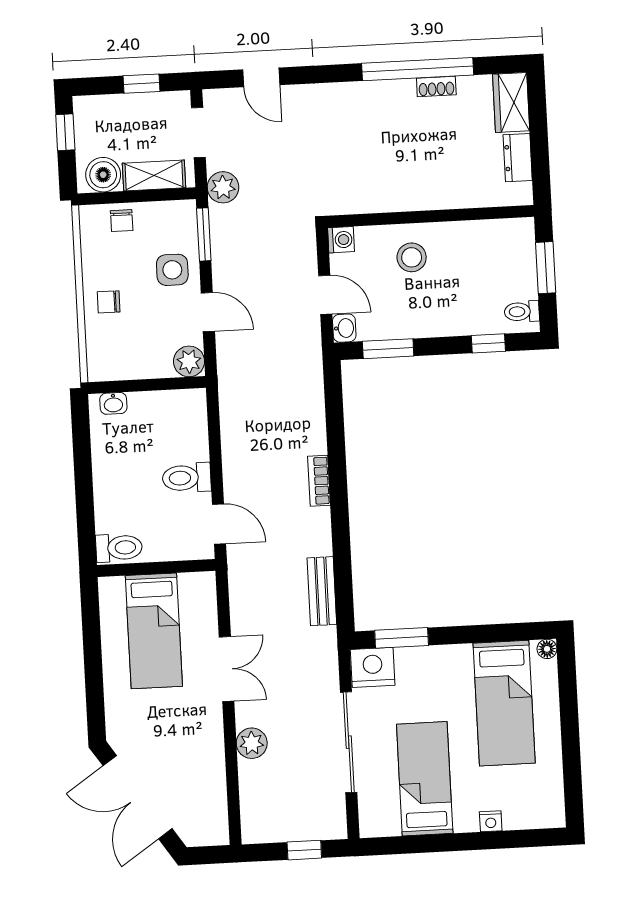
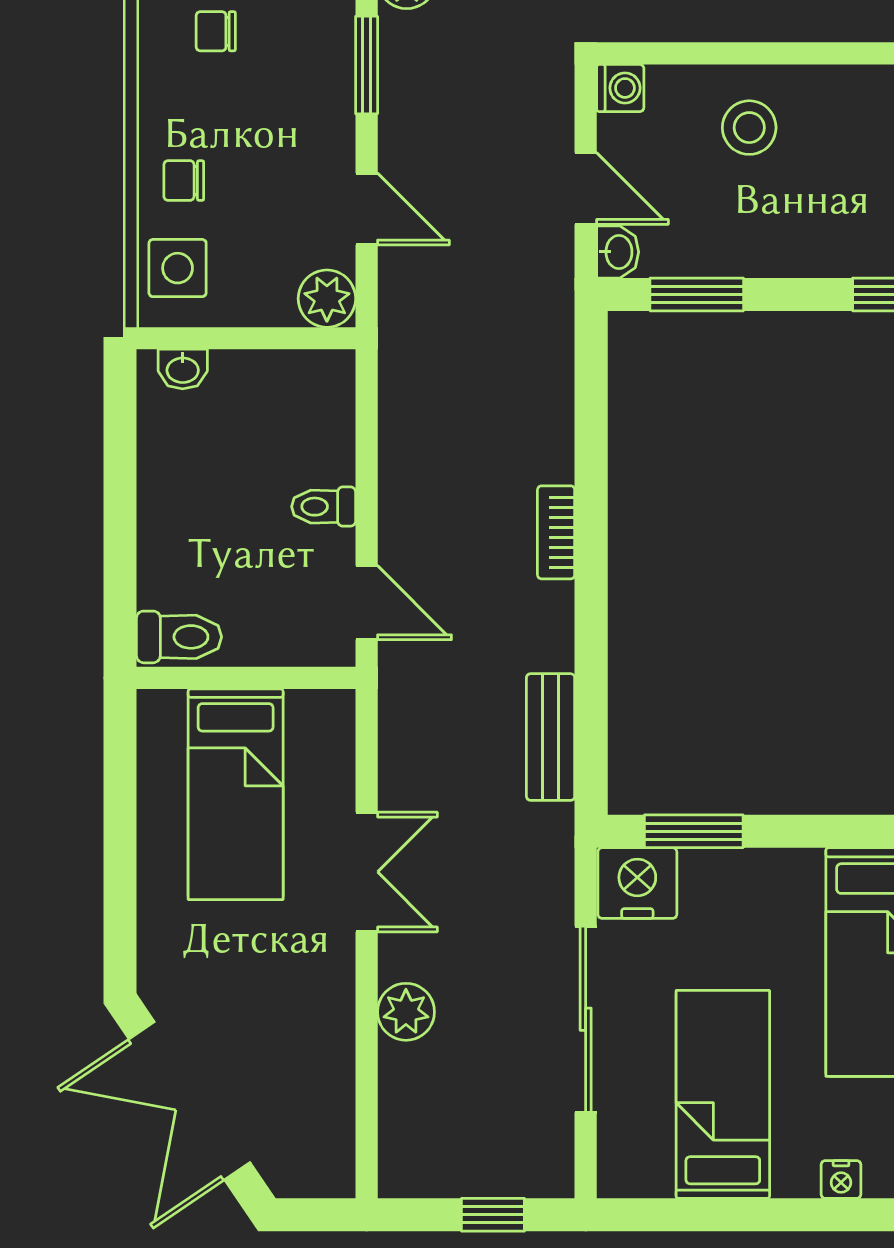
chair: (122, 221) -> (216, 31), turned 90
side table: (172, 270) -> (178, 268), moved
toilet: (187, 478) -> (324, 507), width x0.73, depth x0.72

